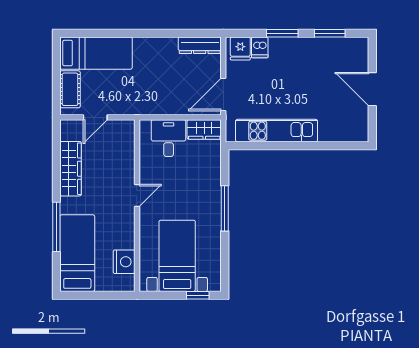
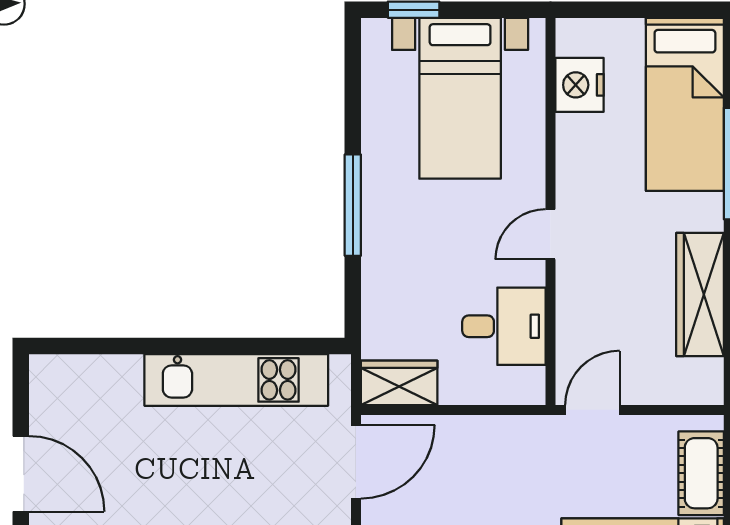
door: (95, 117) -> (592, 410), moved
desk: (169, 138) -> (504, 326), moved, turned -90

